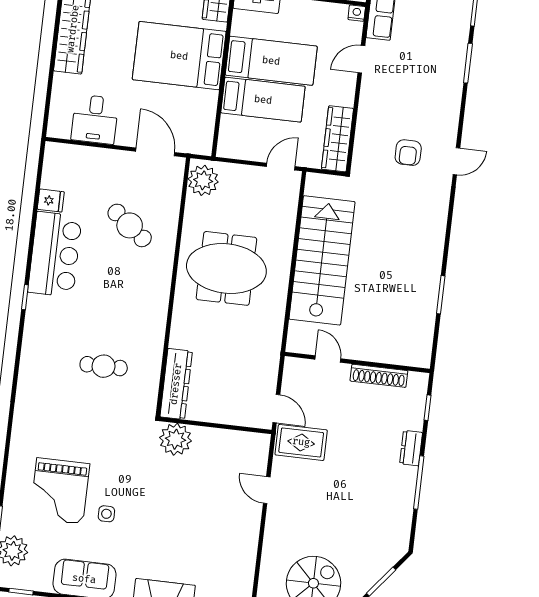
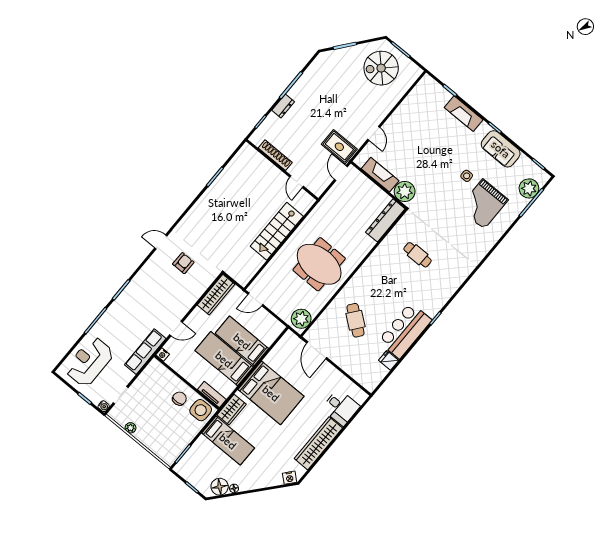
desk: (95, 119) -> (341, 407), moved, turned 90
stairs: (322, 260) -> (277, 231), width x0.73, depth x0.66
fireplace: (223, 440) -> (380, 175), added
grand piano: (60, 491) -> (483, 204), turned 180

